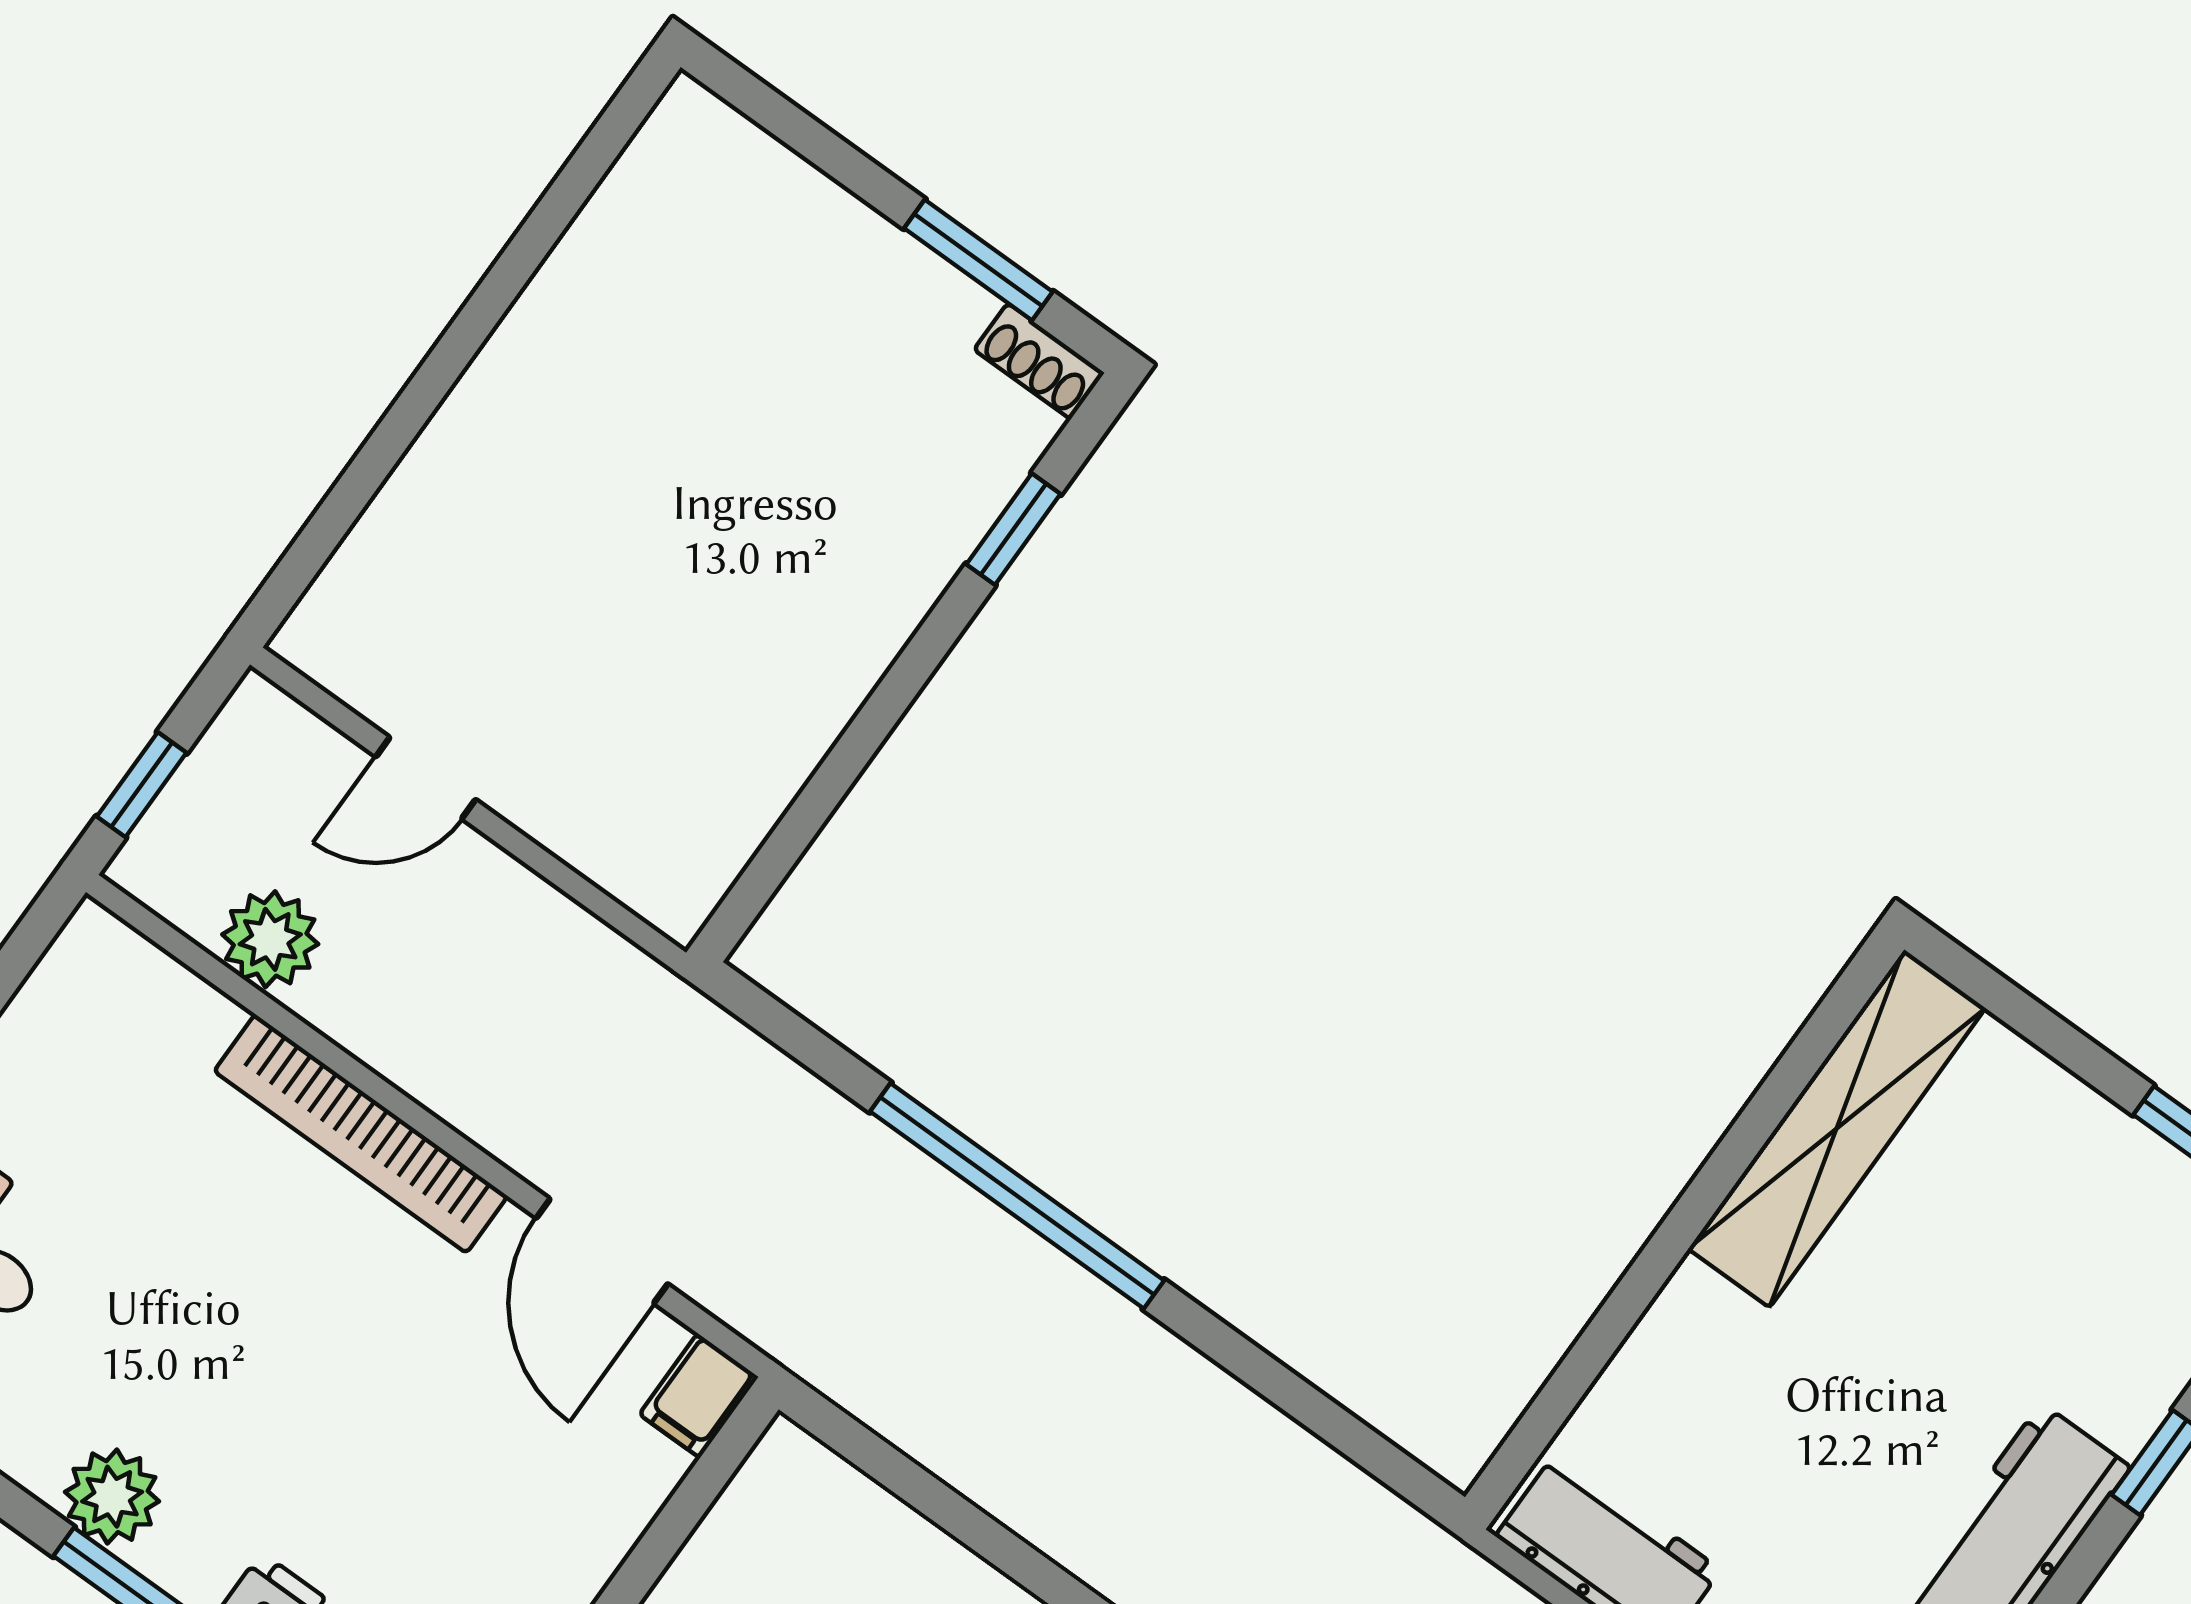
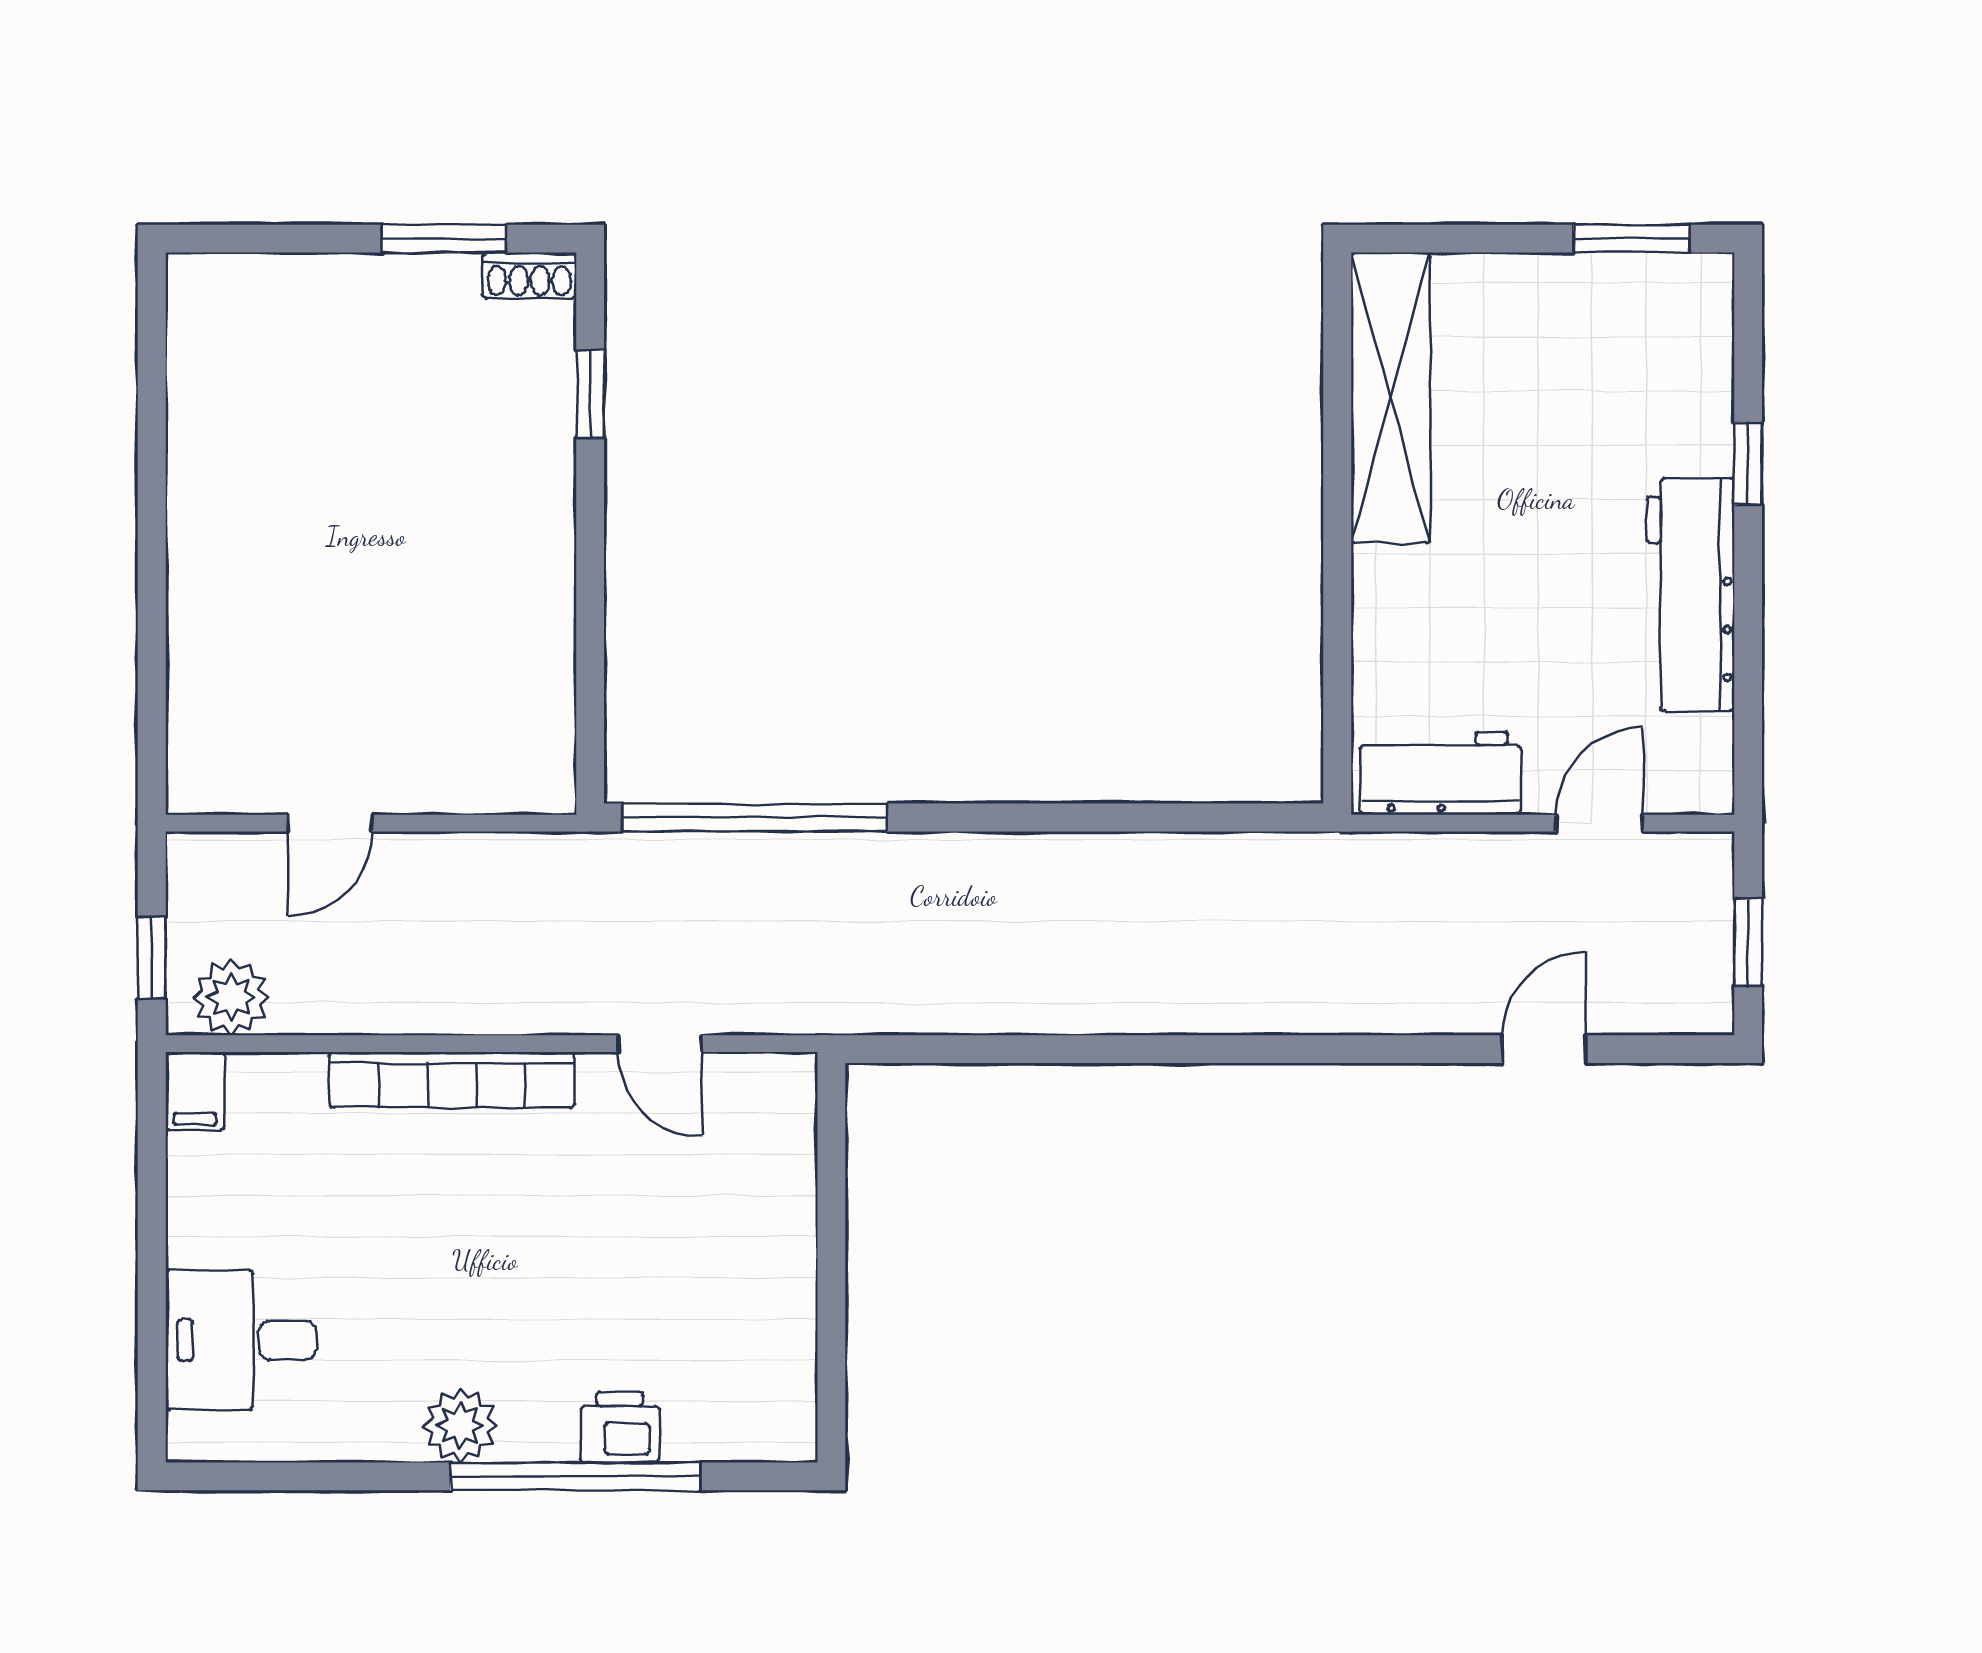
plant: (270, 939) -> (231, 997), moved
window: (1017, 1196) -> (755, 818), moved
door: (602, 1251) -> (660, 1044), width x0.73
filing cabinet: (699, 1396) -> (195, 1091), moved

